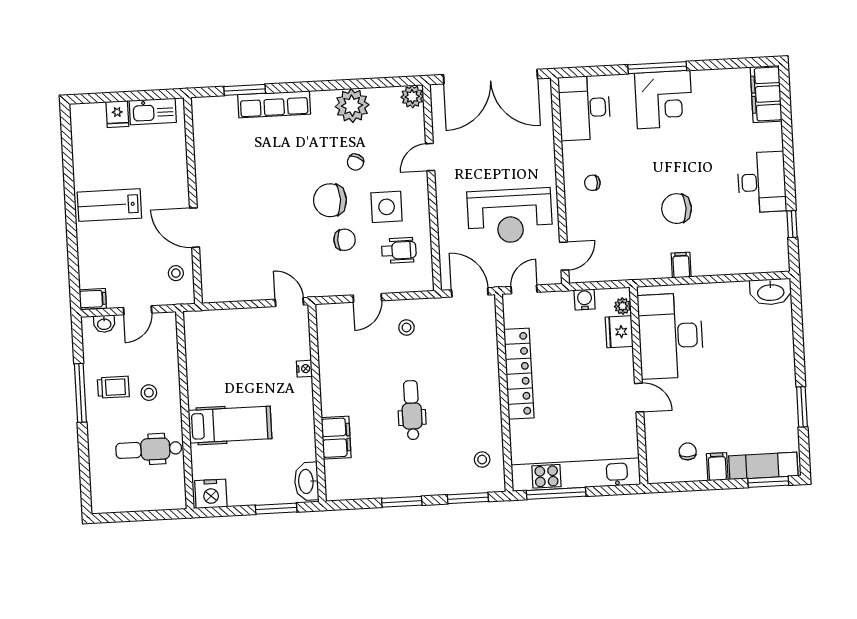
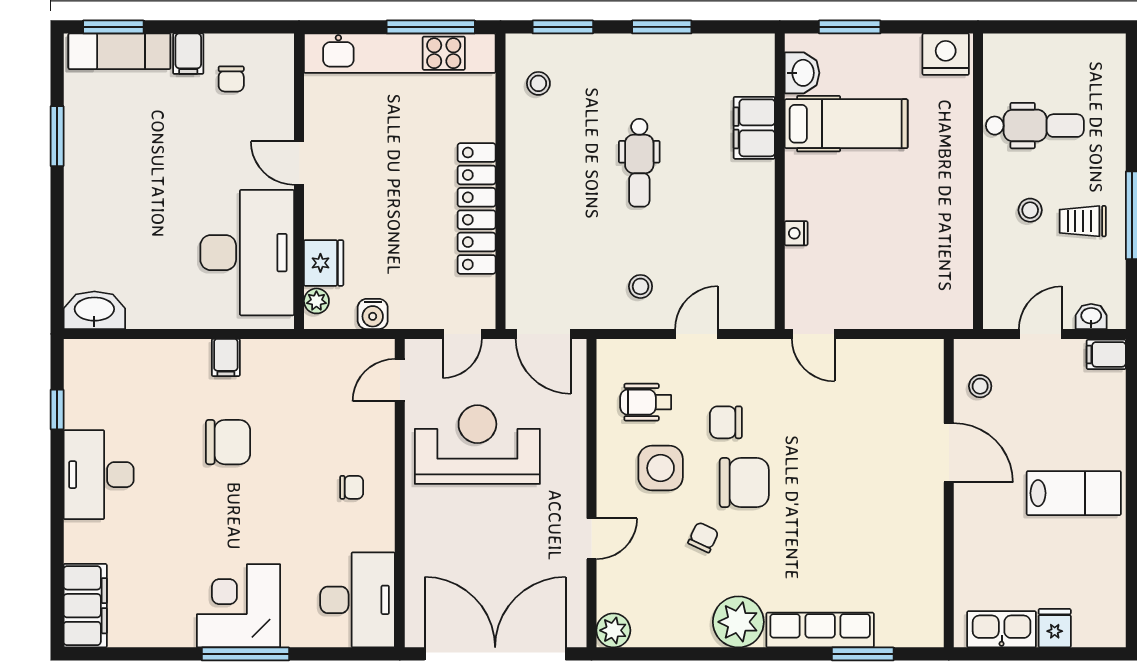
plant: (352, 106) -> (738, 622), moved
hospital bed: (230, 425) -> (846, 124), moved, turned 180
washbasin: (307, 481) -> (802, 73), width x0.72

